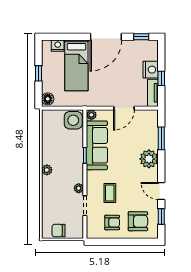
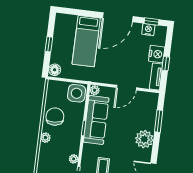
nightstand: (58, 46) -> (148, 30), moved
chair: (54, 147) -> (55, 117), added

